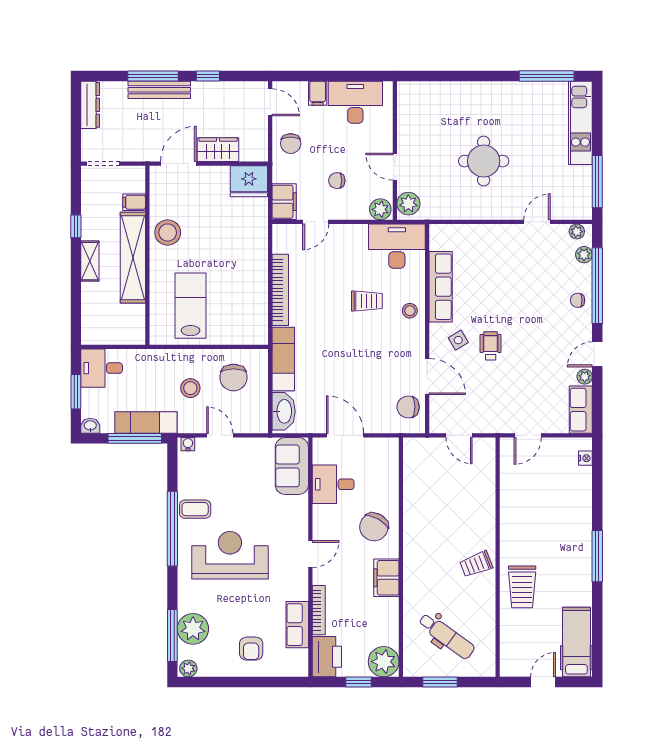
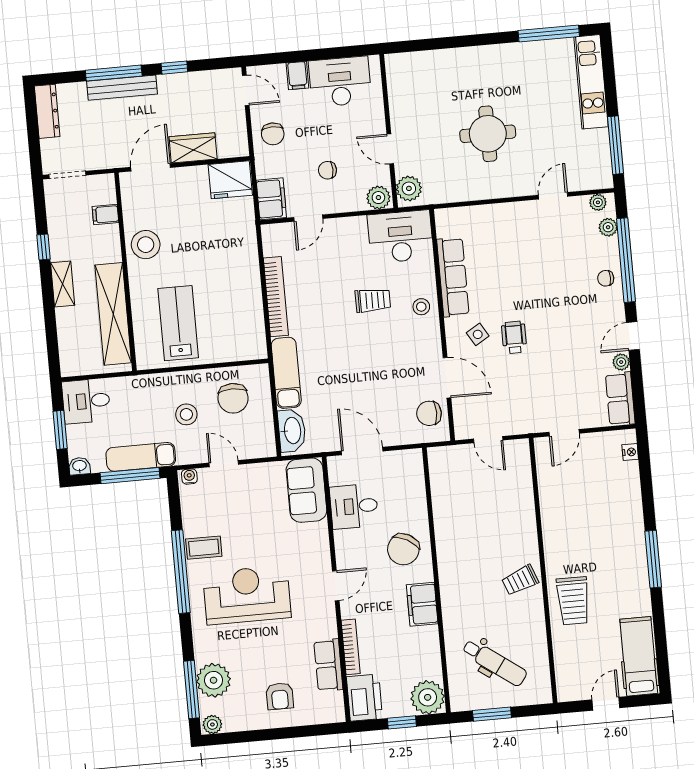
shelving: (133, 258) -> (113, 314), moved

